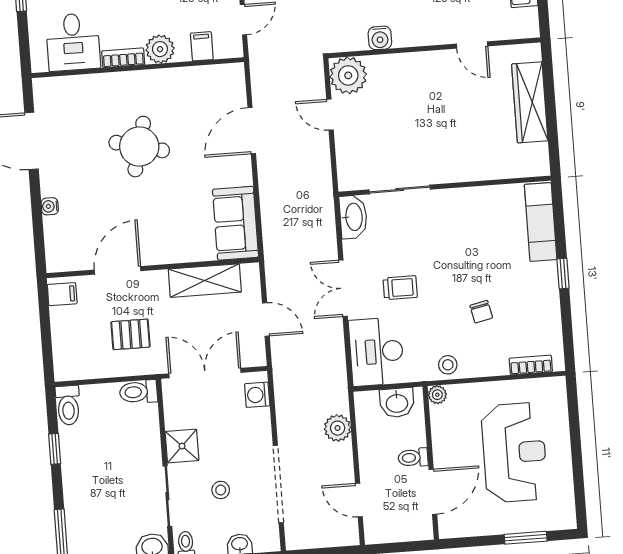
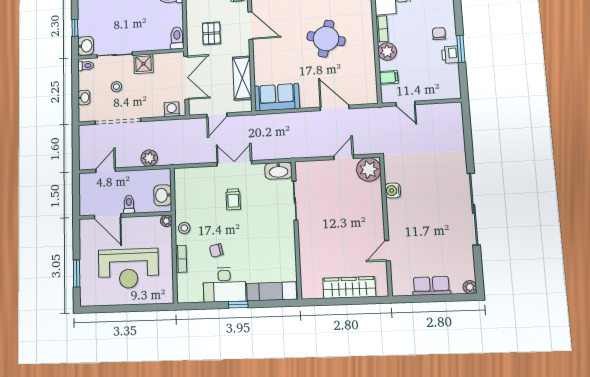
desk: (376, 352) -> (224, 285), moved, turned 180
bookcase: (531, 365) -> (181, 259), moved

